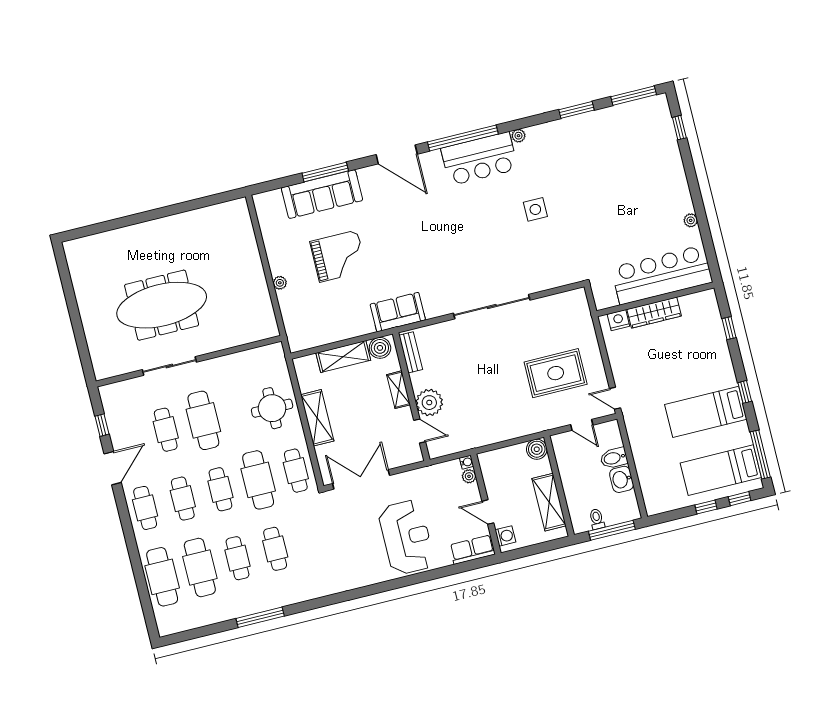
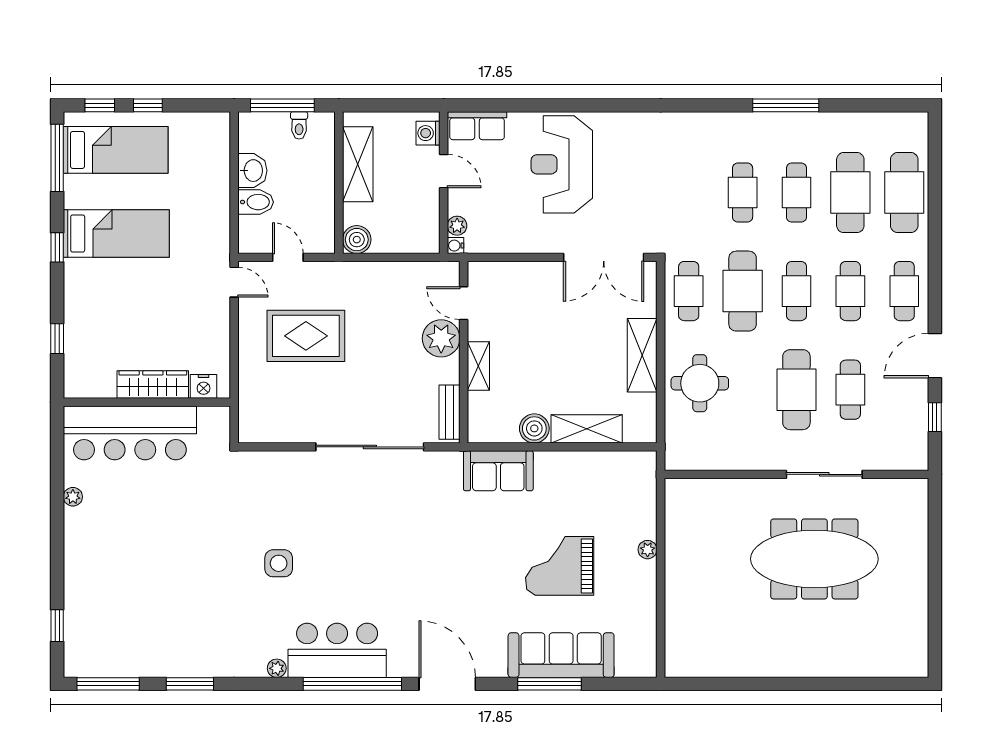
bench: (411, 352) -> (449, 412), moved
shelving: (399, 390) -> (478, 366), moved
wall: (411, 397) -> (464, 352), moved
plant: (429, 403) -> (441, 338), moved
door: (420, 431) -> (464, 303), moved

